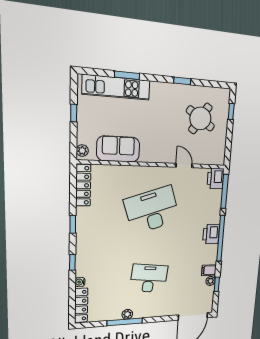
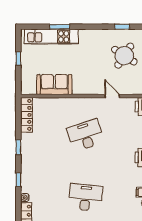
window: (182, 81) -> (122, 27), moved
plant: (82, 151) -> (25, 87), removed
desk: (152, 210) -> (85, 135), width x0.73, depth x0.77

